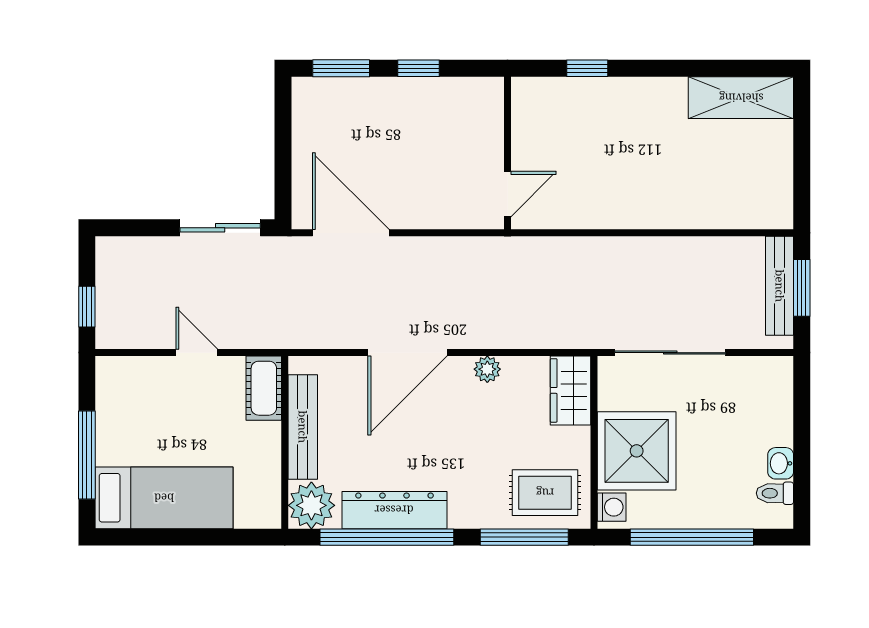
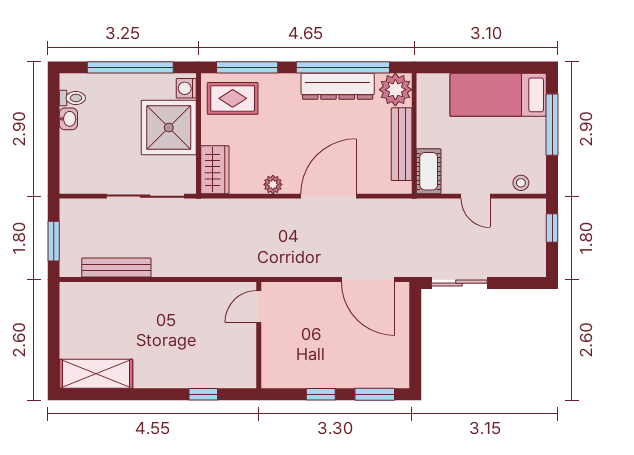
bench: (780, 286) -> (116, 268), moved, turned 90
stool: (132, 372) -> (521, 183), added

